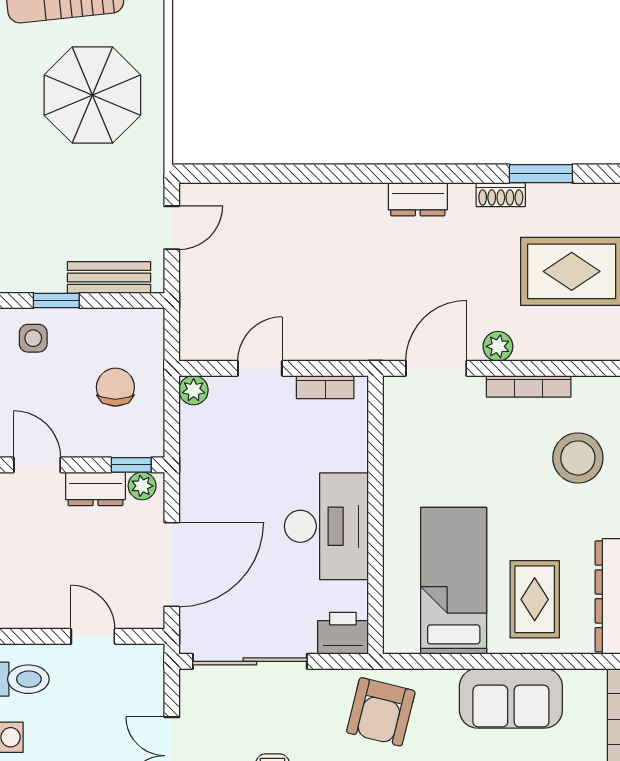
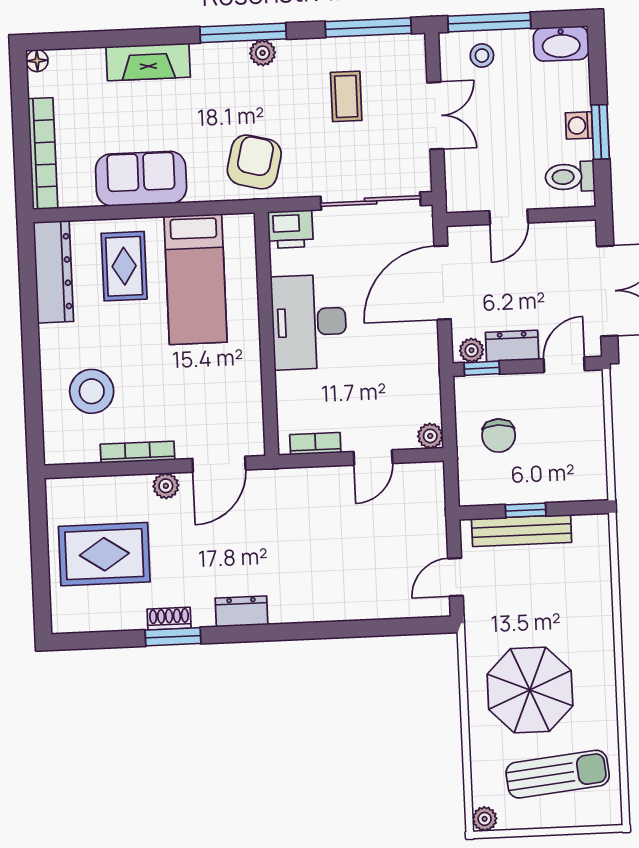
window: (541, 174) -> (173, 637), moved
bench: (109, 277) -> (522, 531), width x1.36
window: (56, 300) -> (526, 510), moved
side table: (33, 338) -> (572, 475), removed
door: (37, 465) -> (564, 365), swing flipped
door: (93, 636) -> (509, 217), hinge flipped

